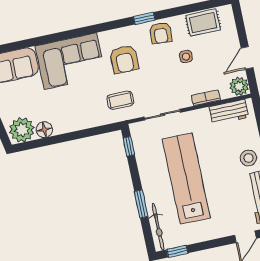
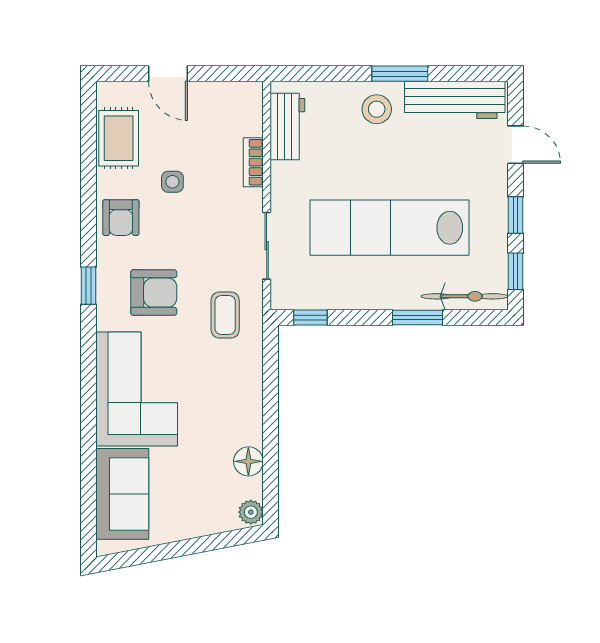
window: (144, 18) -> (89, 286), moved
armchair: (161, 33) -> (121, 218), turned 86
door: (247, 58) -> (168, 74), moved
plant: (239, 86) -> (246, 98), removed
plant: (22, 130) -> (251, 512), width x0.53, depth x0.53
window: (208, 245) -> (516, 215), added

